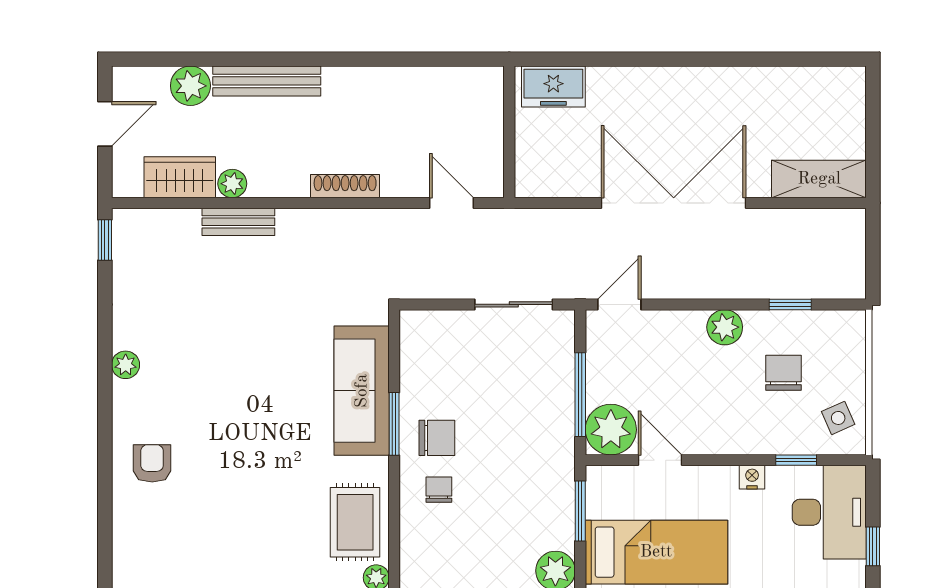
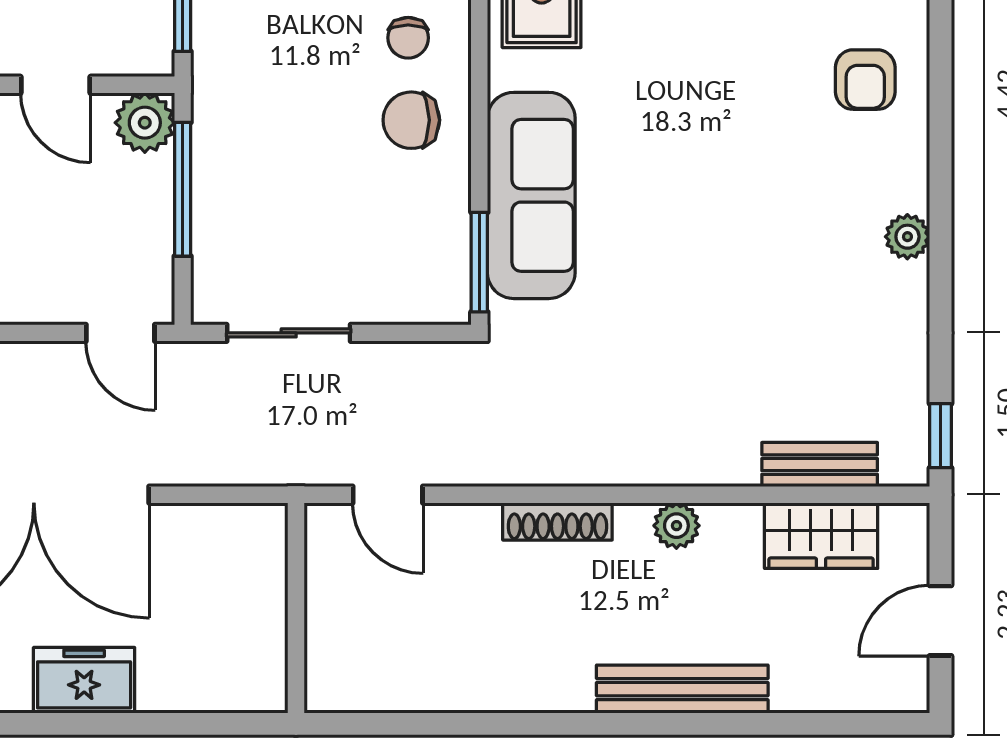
plant: (190, 86) -> (804, 681), removed
freezer: (553, 87) -> (84, 680), moved
plant: (232, 184) -> (676, 526), moved
bench: (238, 222) -> (820, 465), moved
door: (619, 304) -> (120, 333), hinge flipped
window: (394, 424) -> (479, 262), moved
plant: (611, 430) -> (145, 123), width x0.73, depth x0.73

